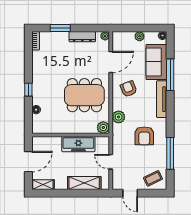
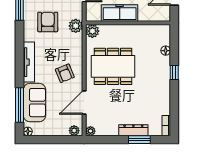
plant: (140, 36) -> (74, 131), moved
dresser: (82, 37) -> (133, 130), moved
window: (170, 75) -> (20, 105), moved
plant: (119, 117) -> (76, 26), moved

